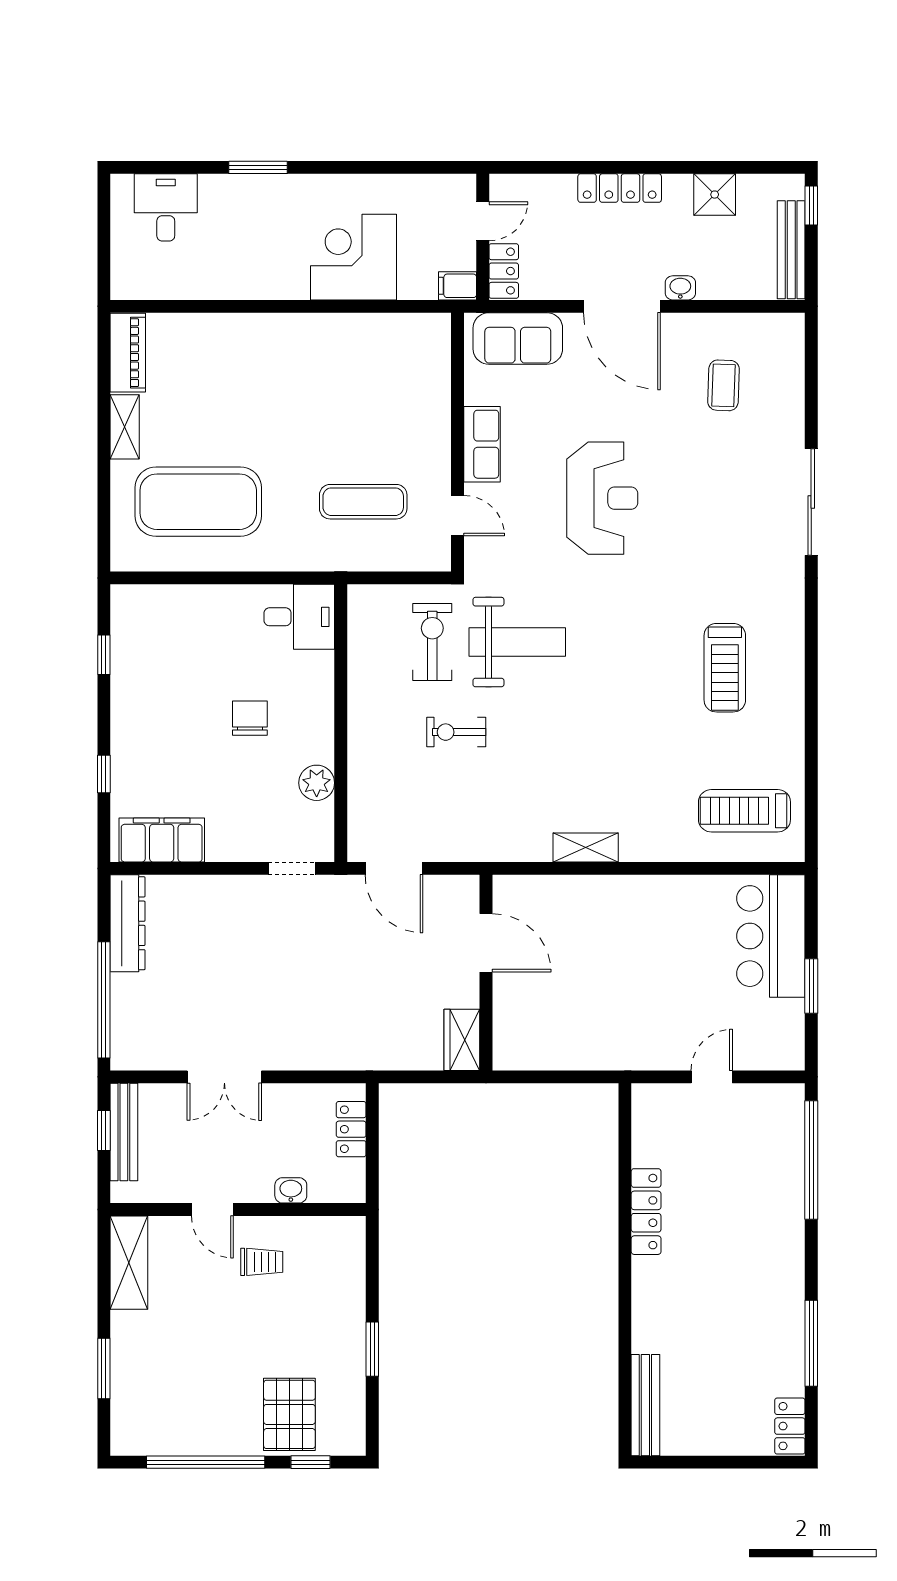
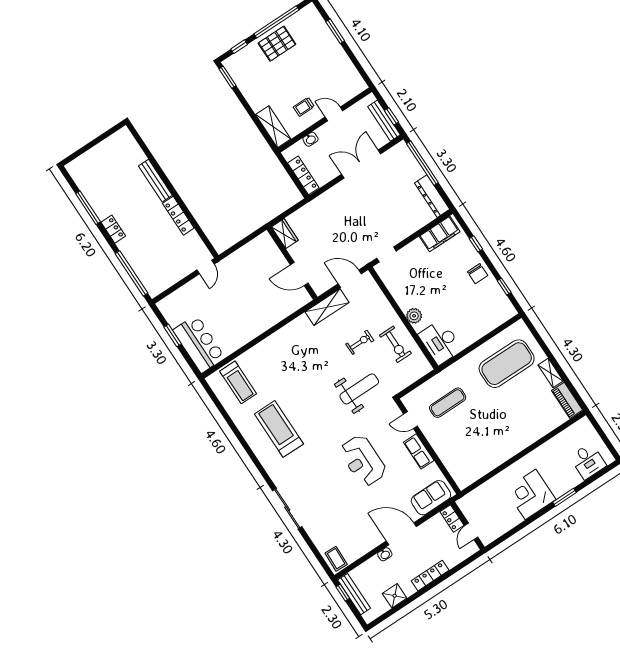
window: (811, 205) -> (343, 593), moved
corner desk: (354, 257) -> (531, 494), moved, turned 180
filing cabinet: (458, 286) -> (465, 502), removed
coffee table: (723, 385) -> (336, 559), moved
desk: (299, 617) -> (440, 342), width x1.37
exercise bike: (432, 642) -> (395, 344), moved
weight bench: (517, 642) -> (359, 389), turned 180
treadmill: (725, 668) -> (279, 429), width x1.37, depth x1.38
chair: (250, 718) -> (478, 274), moved
plant: (317, 783) -> (414, 316), moved
treadmill: (744, 811) -> (238, 382), turned 90
shelving: (586, 847) -> (327, 307), moved, width x1.50, depth x1.33
double door: (224, 1077) -> (361, 164), width x1.37
door: (712, 1077) -> (206, 267), moved
locker: (351, 1129) -> (303, 175), width x1.53
shelving: (129, 1263) -> (273, 127), moved
window: (372, 1349) -> (228, 77), moved
bench: (645, 1405) -> (155, 181), moved
pallet: (289, 1414) -> (277, 44), moved, turned 90
locker: (790, 1426) -> (113, 229), moved

